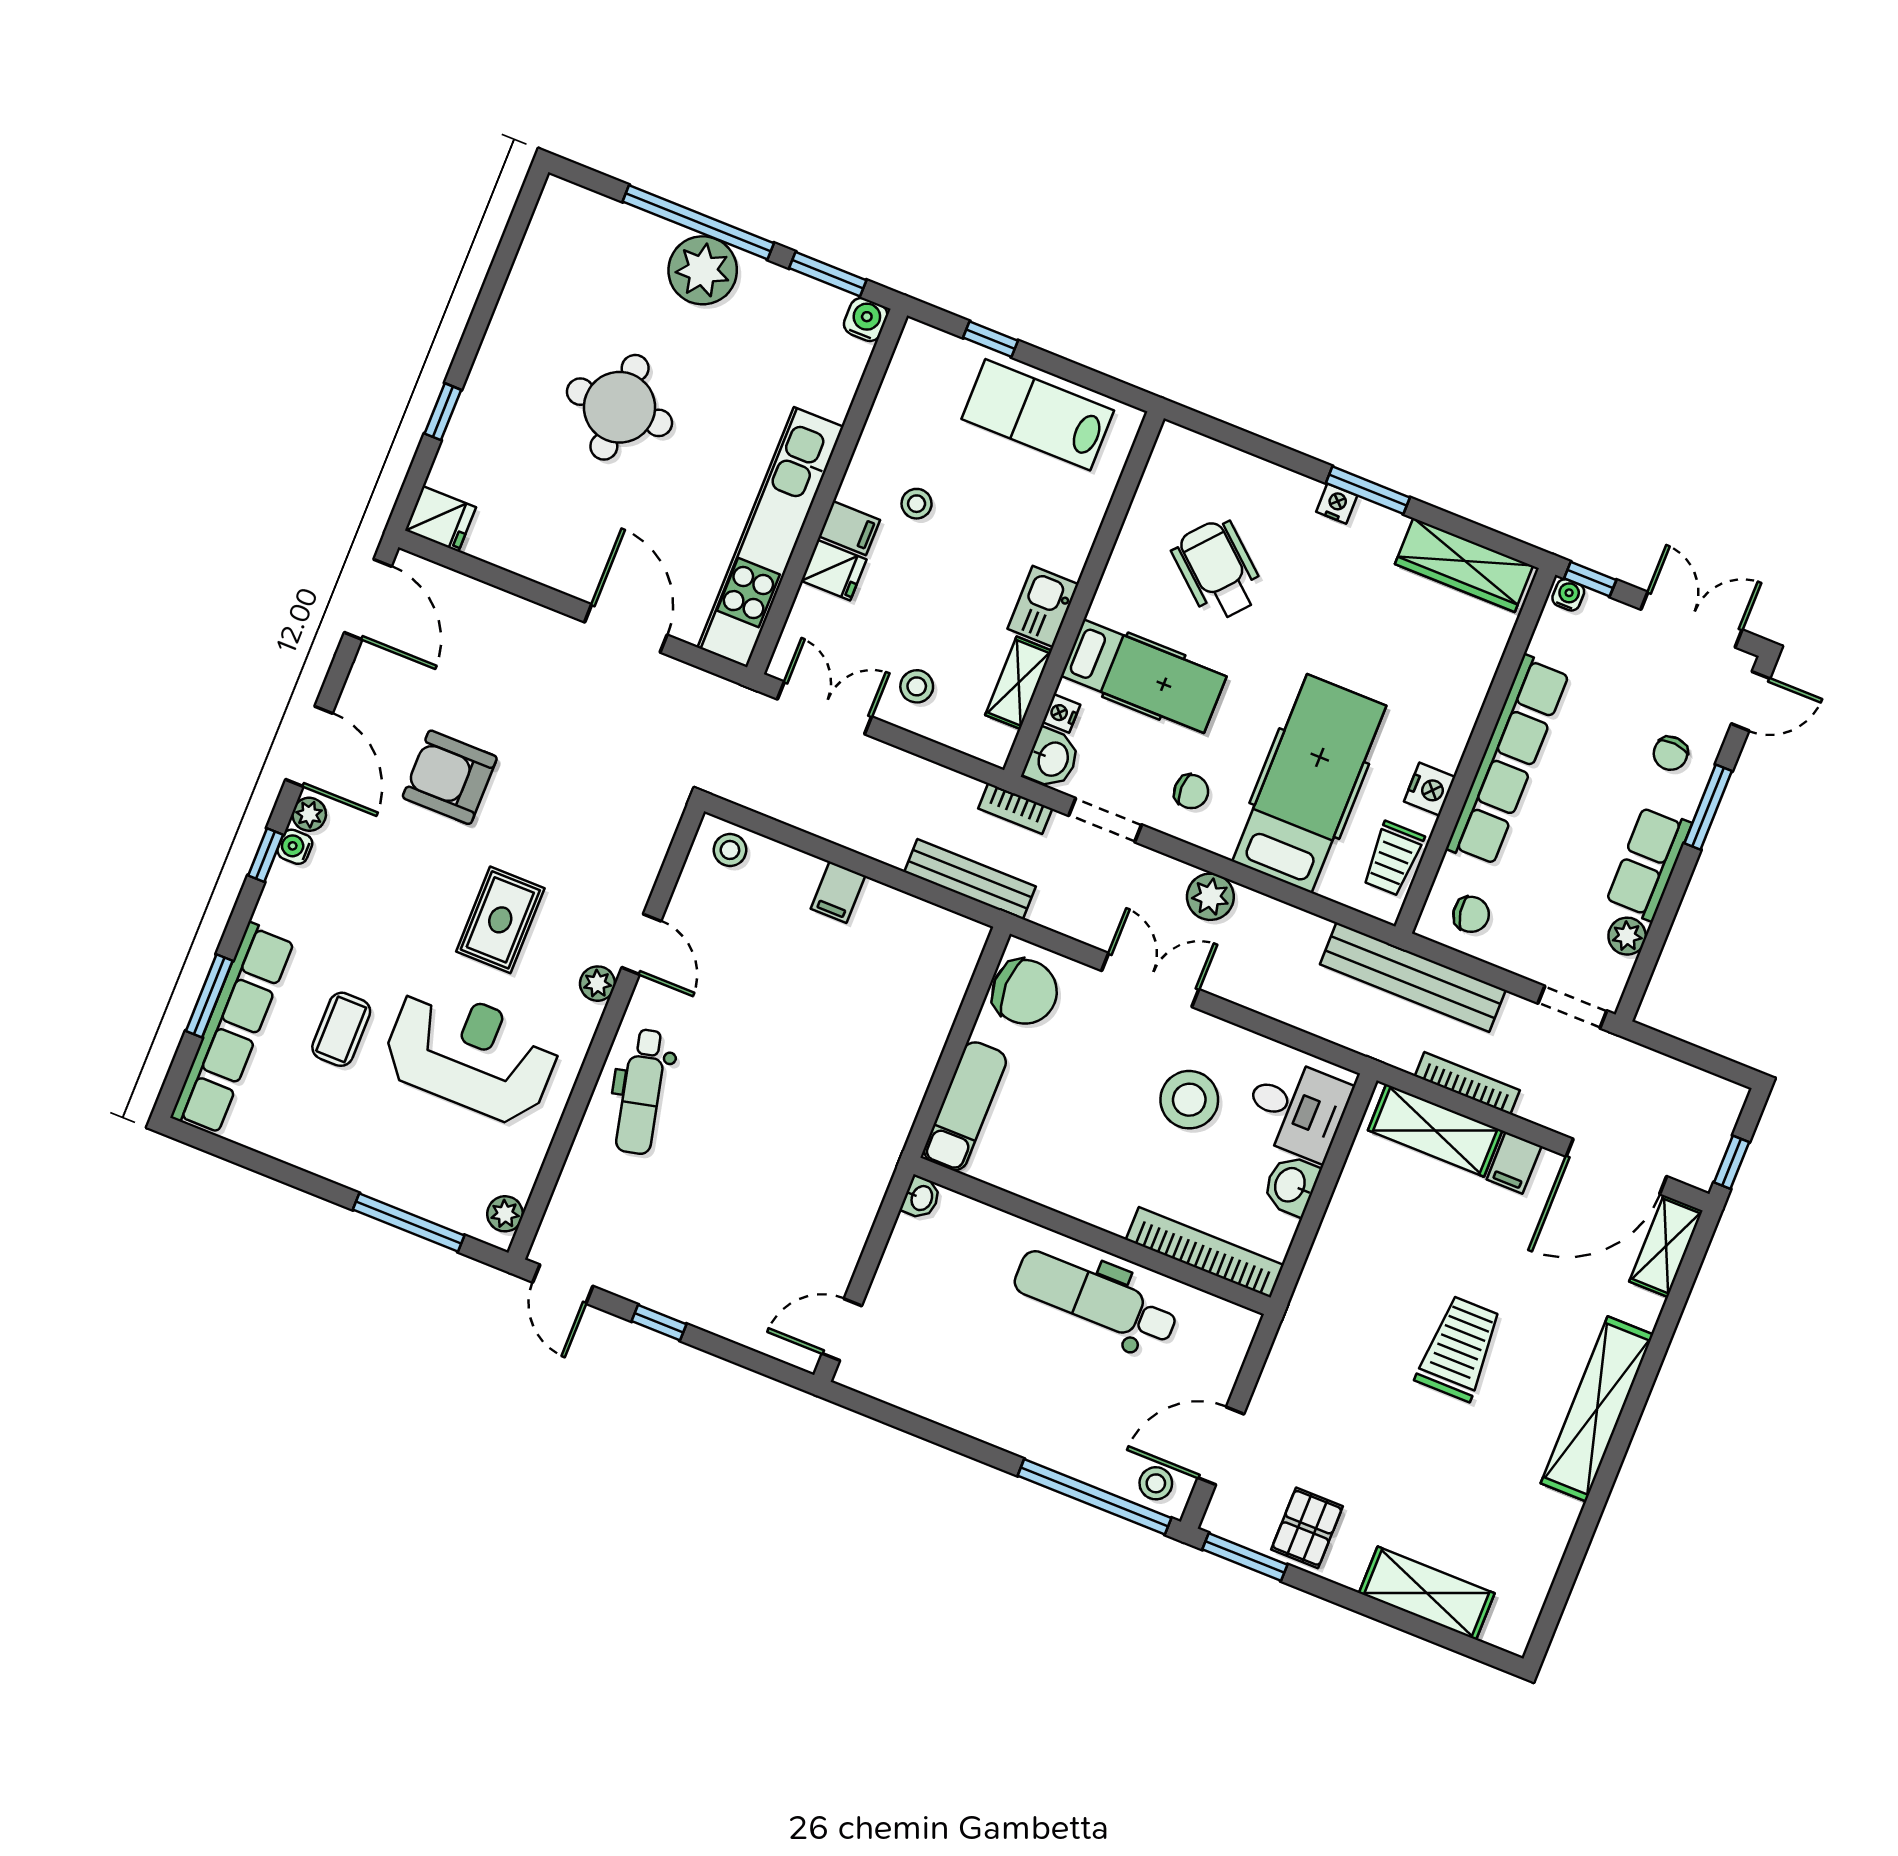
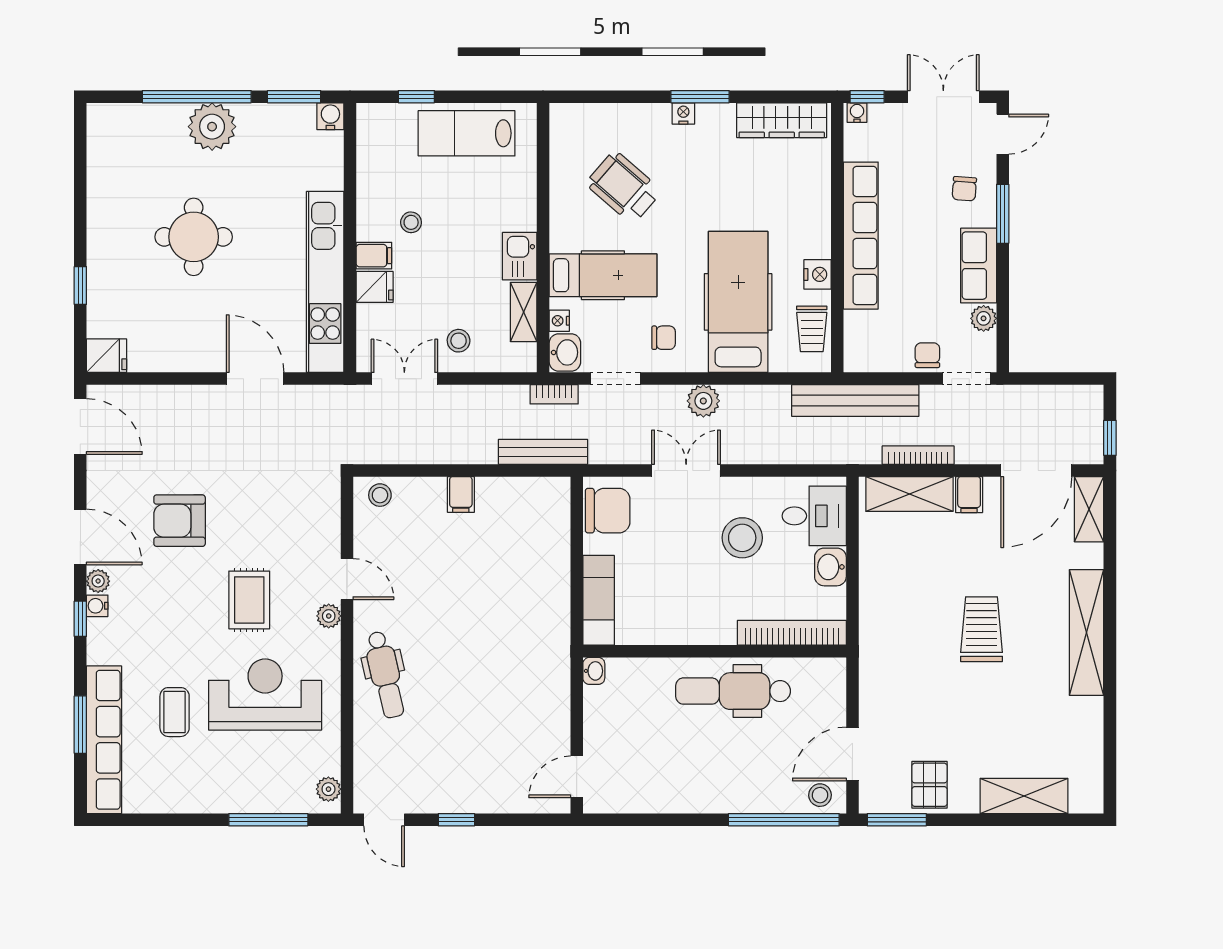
chair: (1471, 914) -> (927, 355), moved, turned -80

